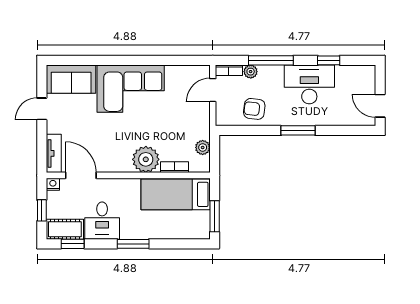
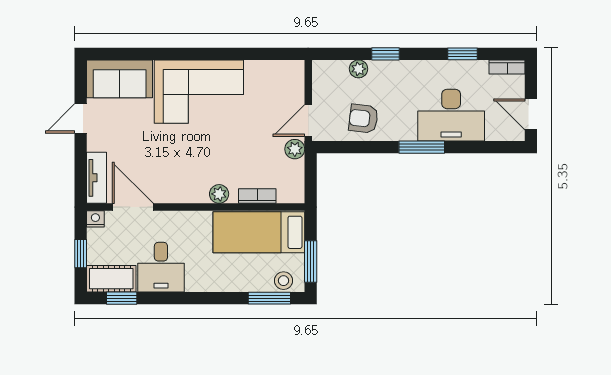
window: (271, 60) -> (385, 54), width x0.46
bookcase: (229, 70) -> (507, 67), moved
desk: (309, 84) -> (451, 115), moved, turned 180
door: (213, 90) -> (308, 120), moved
plant: (203, 147) -> (295, 149), moved
plant: (146, 159) -> (219, 194), width x0.53, depth x0.53
stool: (194, 231) -> (283, 281), added
window: (133, 244) -> (269, 298), moved

